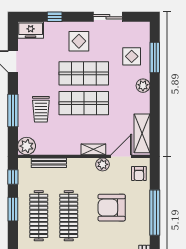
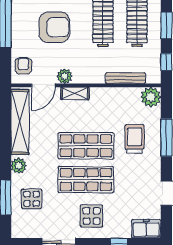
shelving: (142, 133) -> (20, 122), width x1.47

